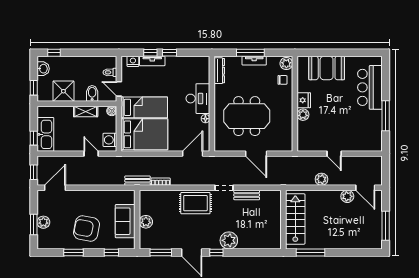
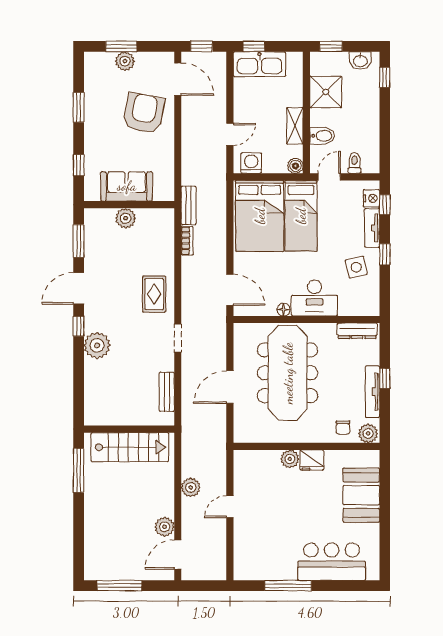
window: (150, 53) -> (385, 205), moved
window: (250, 53) -> (385, 378), width x0.46
tv unit: (254, 61) -> (372, 392), width x1.41
side table: (178, 71) -> (356, 267), added
meeting table: (247, 116) -> (288, 373), width x1.36
bench: (247, 195) -> (167, 392), moved
rug: (195, 203) -> (154, 294), width x0.73, depth x0.70
armchair: (87, 229) -> (144, 113), moved

